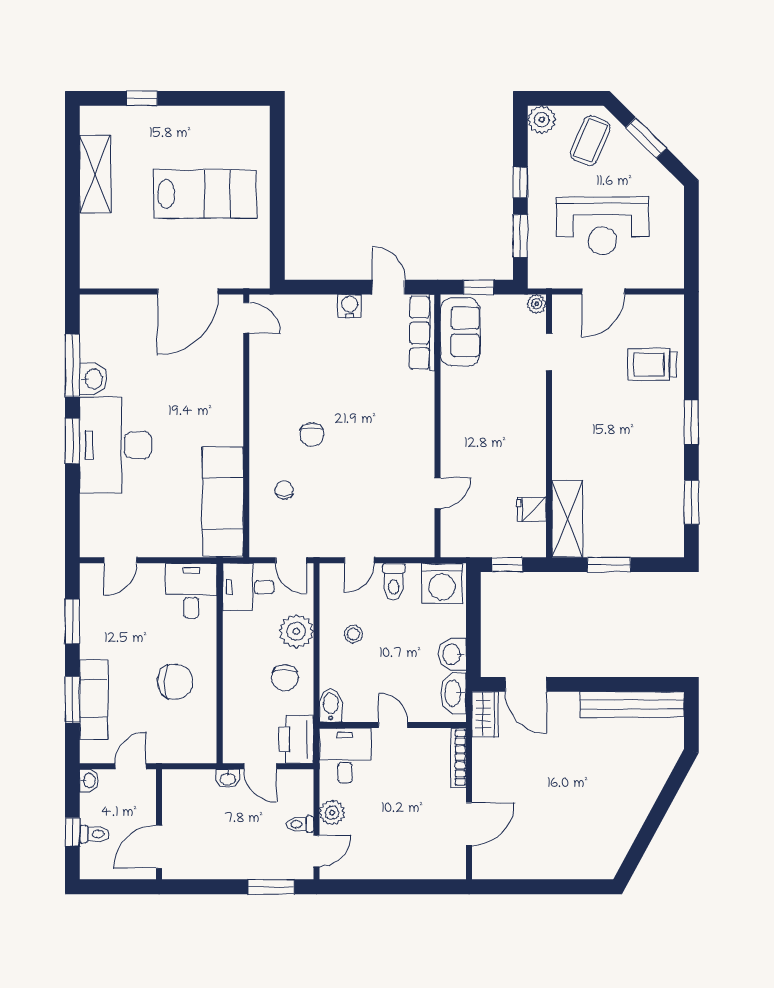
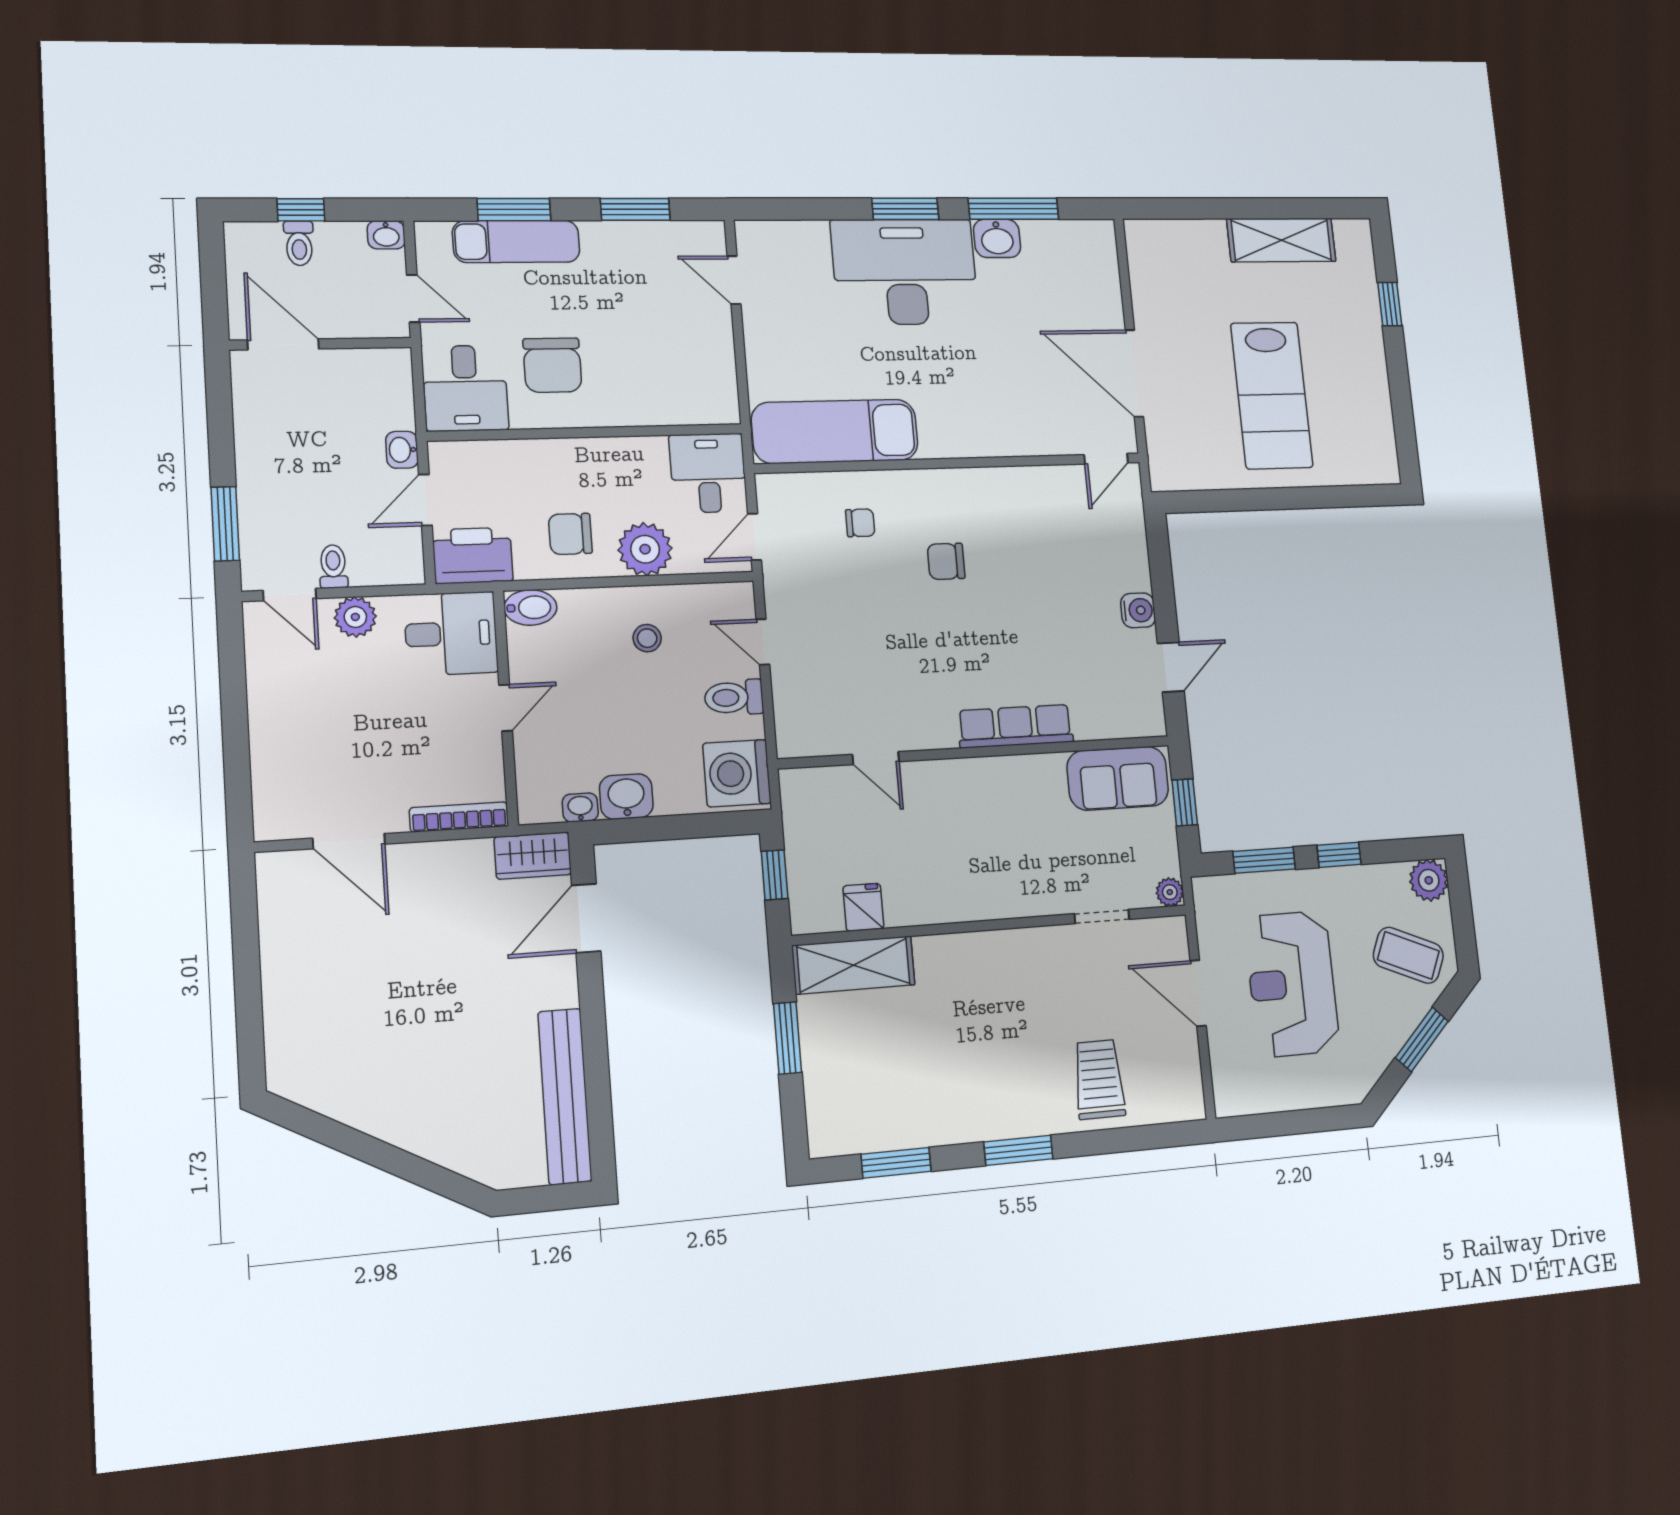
row of seats: (422, 333) -> (1015, 726), moved
desk: (191, 591) -> (465, 388), moved, turned 90
washbasin: (454, 693) -> (580, 808), width x0.52, depth x0.69

